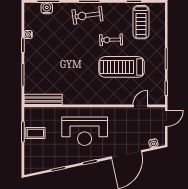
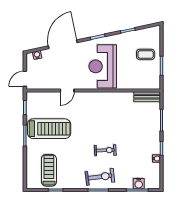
exercise bike: (111, 40) -> (105, 150), moved
treadmill: (122, 67) -> (49, 129), moved
bench: (43, 99) -> (147, 97), width x0.73
door: (140, 106) -> (67, 90), moved
reception desk: (85, 131) -> (103, 66), turned -90
coffee table: (35, 133) -> (146, 54), moved

